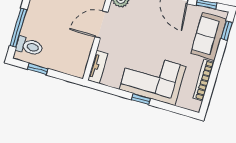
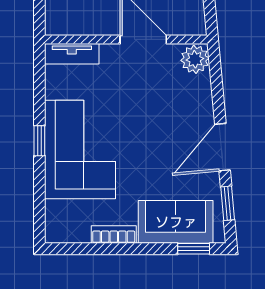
bookcase: (203, 80) -> (114, 235), width x0.64

